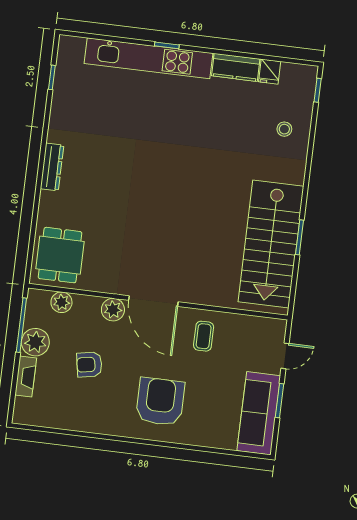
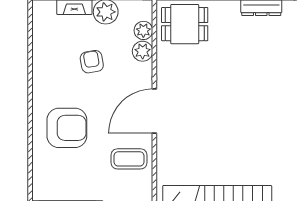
plant: (113, 310) -> (143, 51), moved
coffee table: (204, 336) -> (129, 159), width x1.36, depth x1.30

